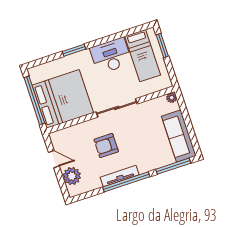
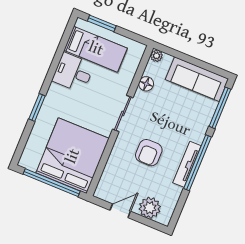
desk: (111, 56) -> (73, 73), width x0.73
floor lamp: (148, 106) -> (146, 84), added
sliding door: (117, 108) -> (123, 114), width x0.73

